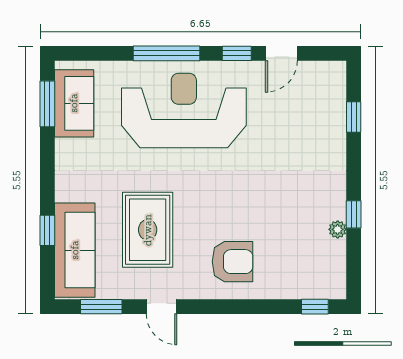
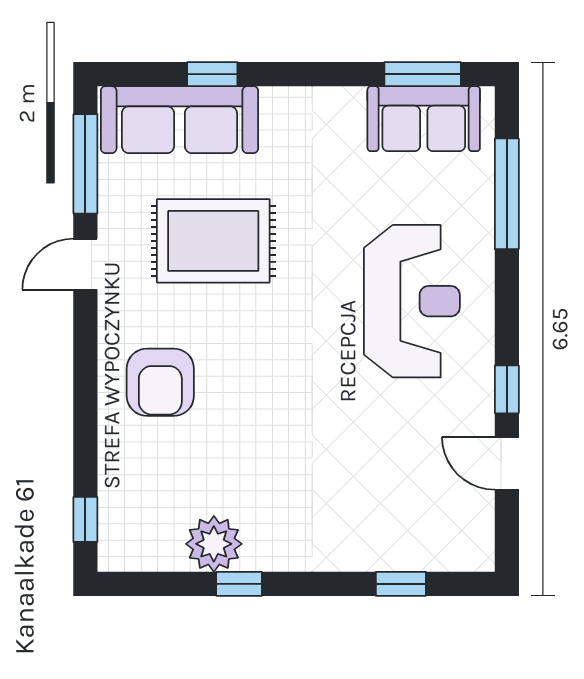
window: (166, 53) -> (507, 194), moved
reception desk: (184, 110) -> (412, 301), width x0.74, depth x0.77
plant: (338, 229) -> (214, 544), width x1.88, depth x1.88
window: (101, 307) -> (85, 164), width x1.44

